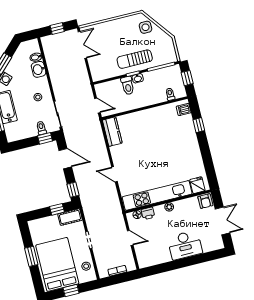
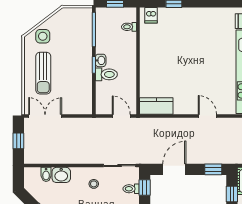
sun lounger: (135, 59) -> (43, 73), moved
door: (97, 106) -> (121, 116), hinge flipped
door: (114, 174) -> (207, 116), swing flipped

